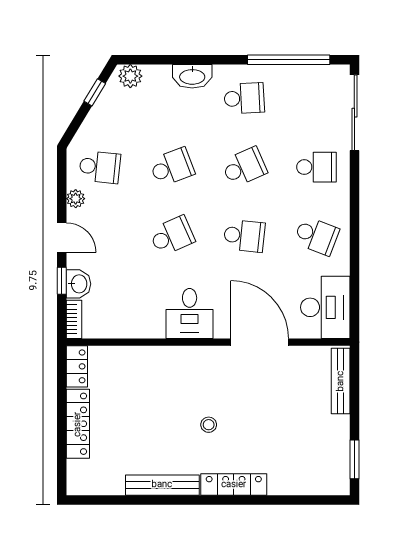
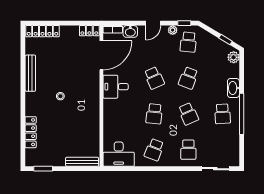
window: (289, 60) -> (242, 114), moved
sliding door: (354, 113) -> (215, 169), width x0.73
school desk: (172, 167) -> (188, 78), turned 42
window: (62, 281) -> (184, 23), moved
door: (260, 342) -> (101, 55), moved
locker: (78, 424) -> (42, 31), moved
locker: (234, 485) -> (31, 132), moved

